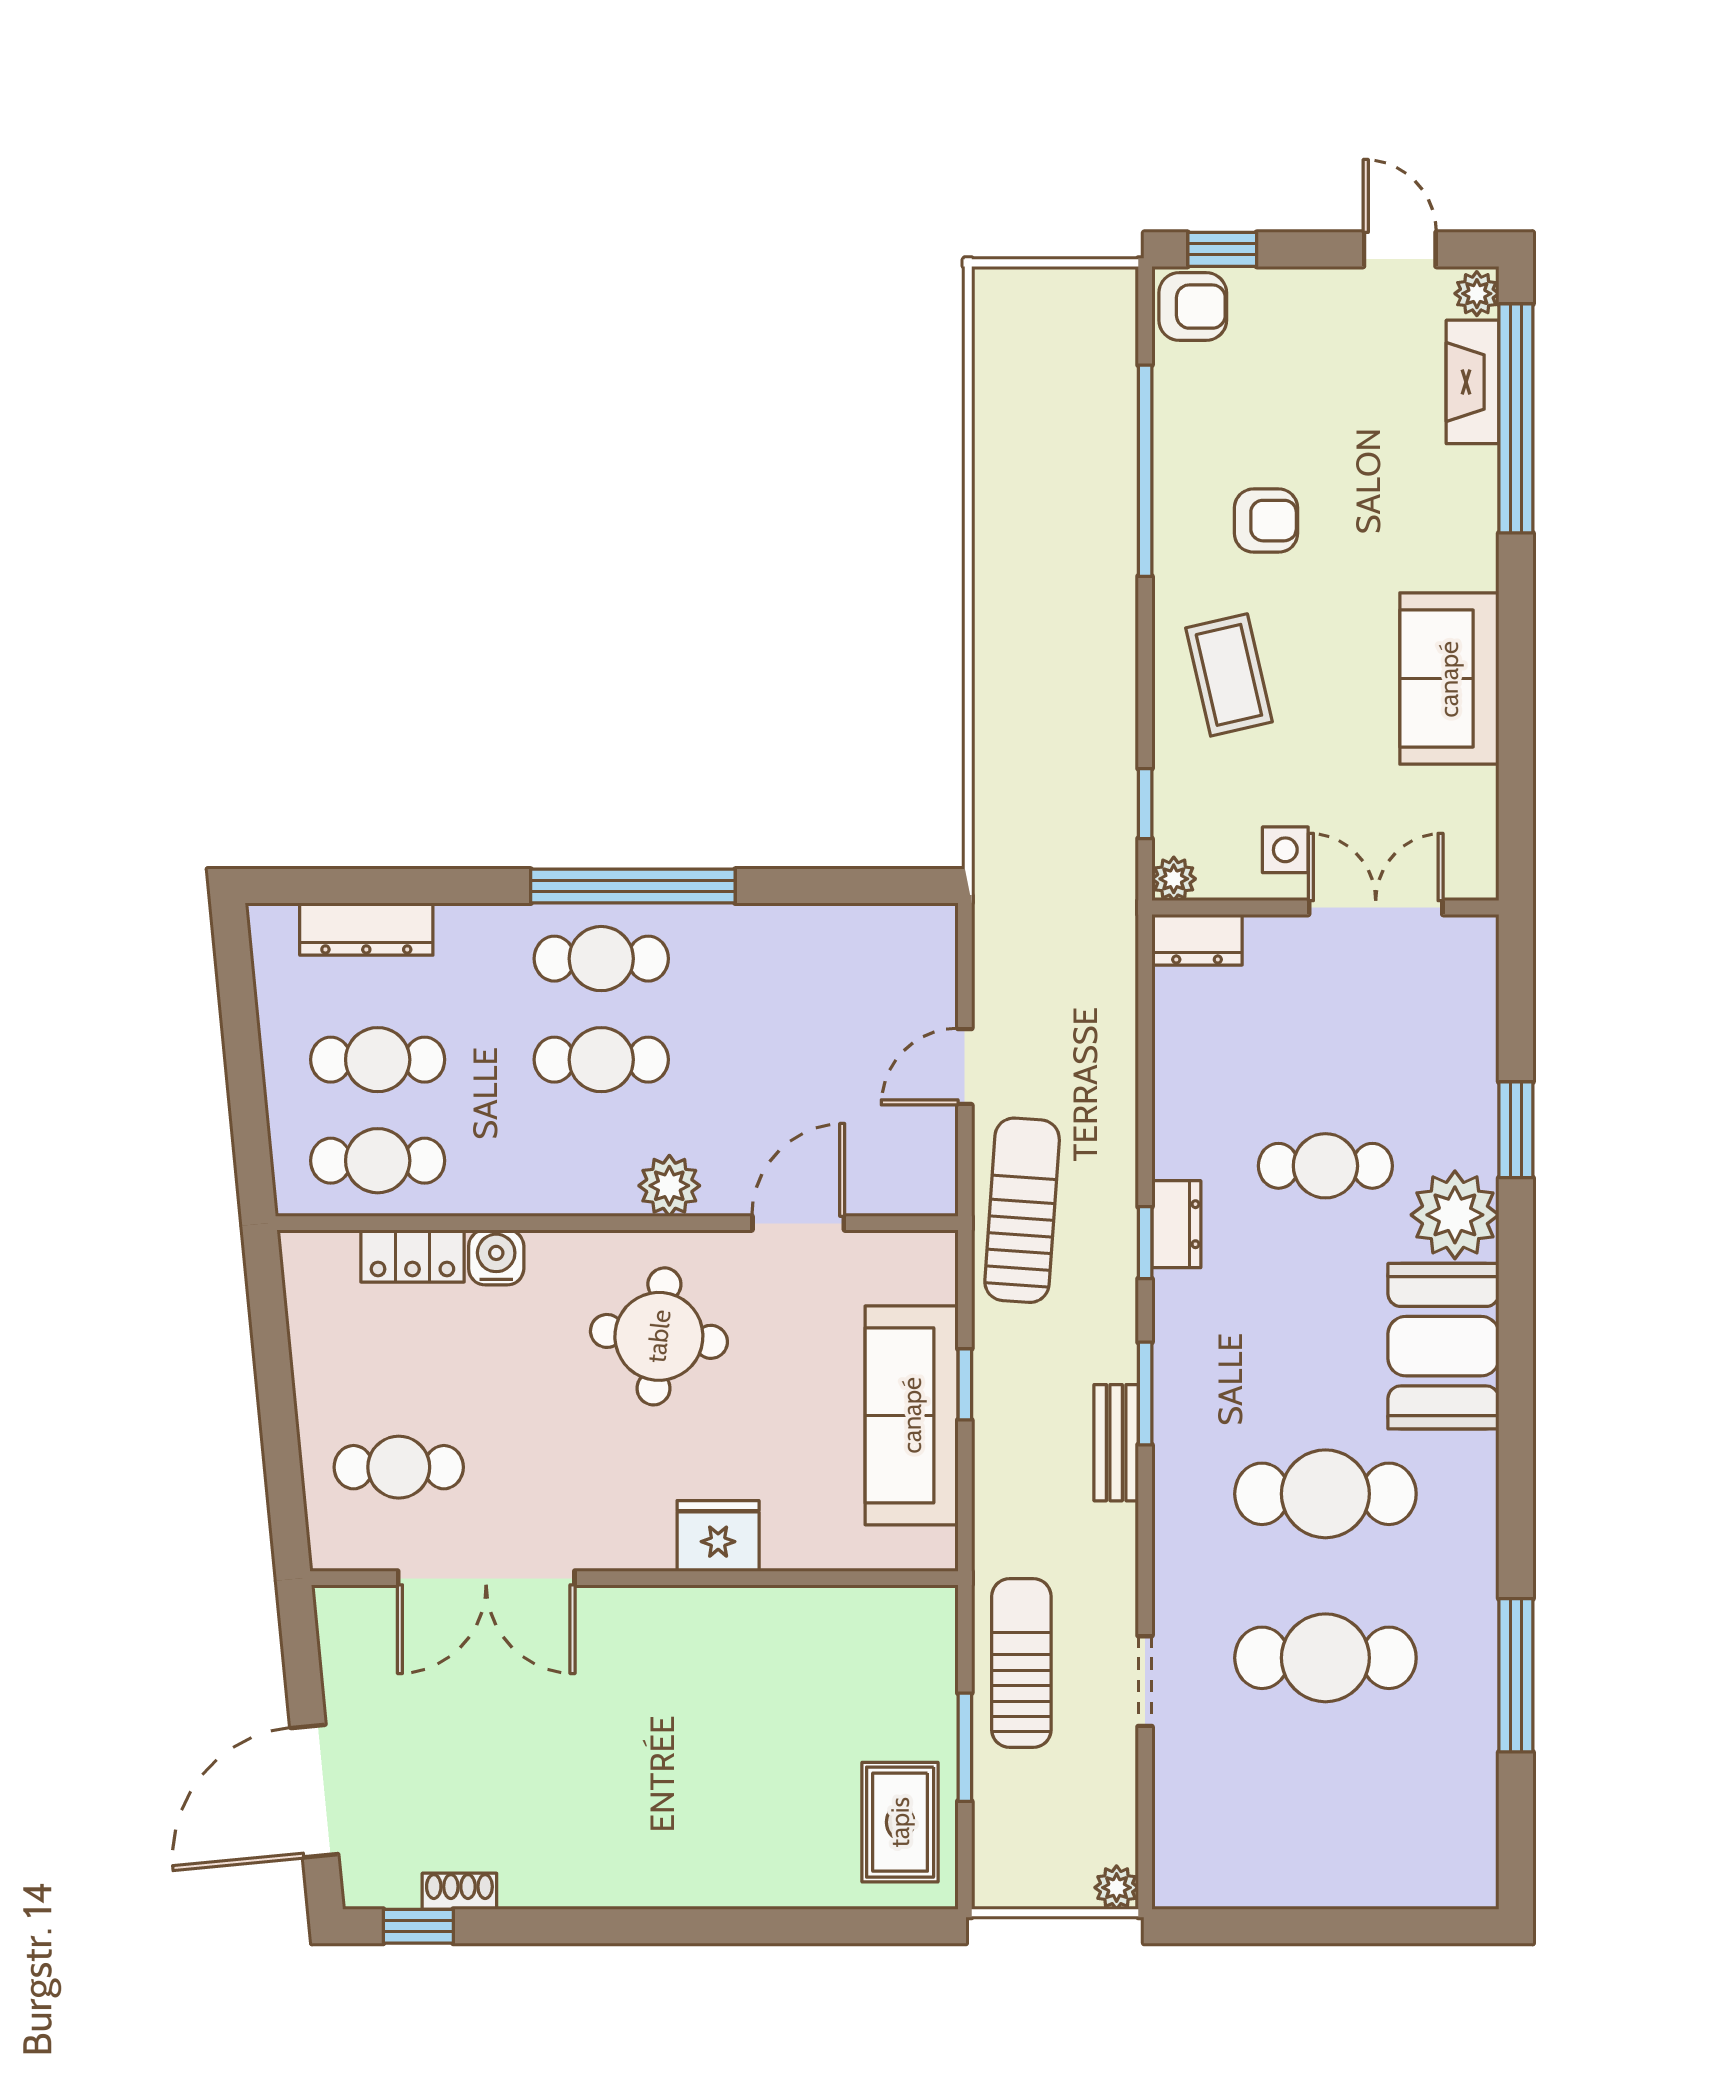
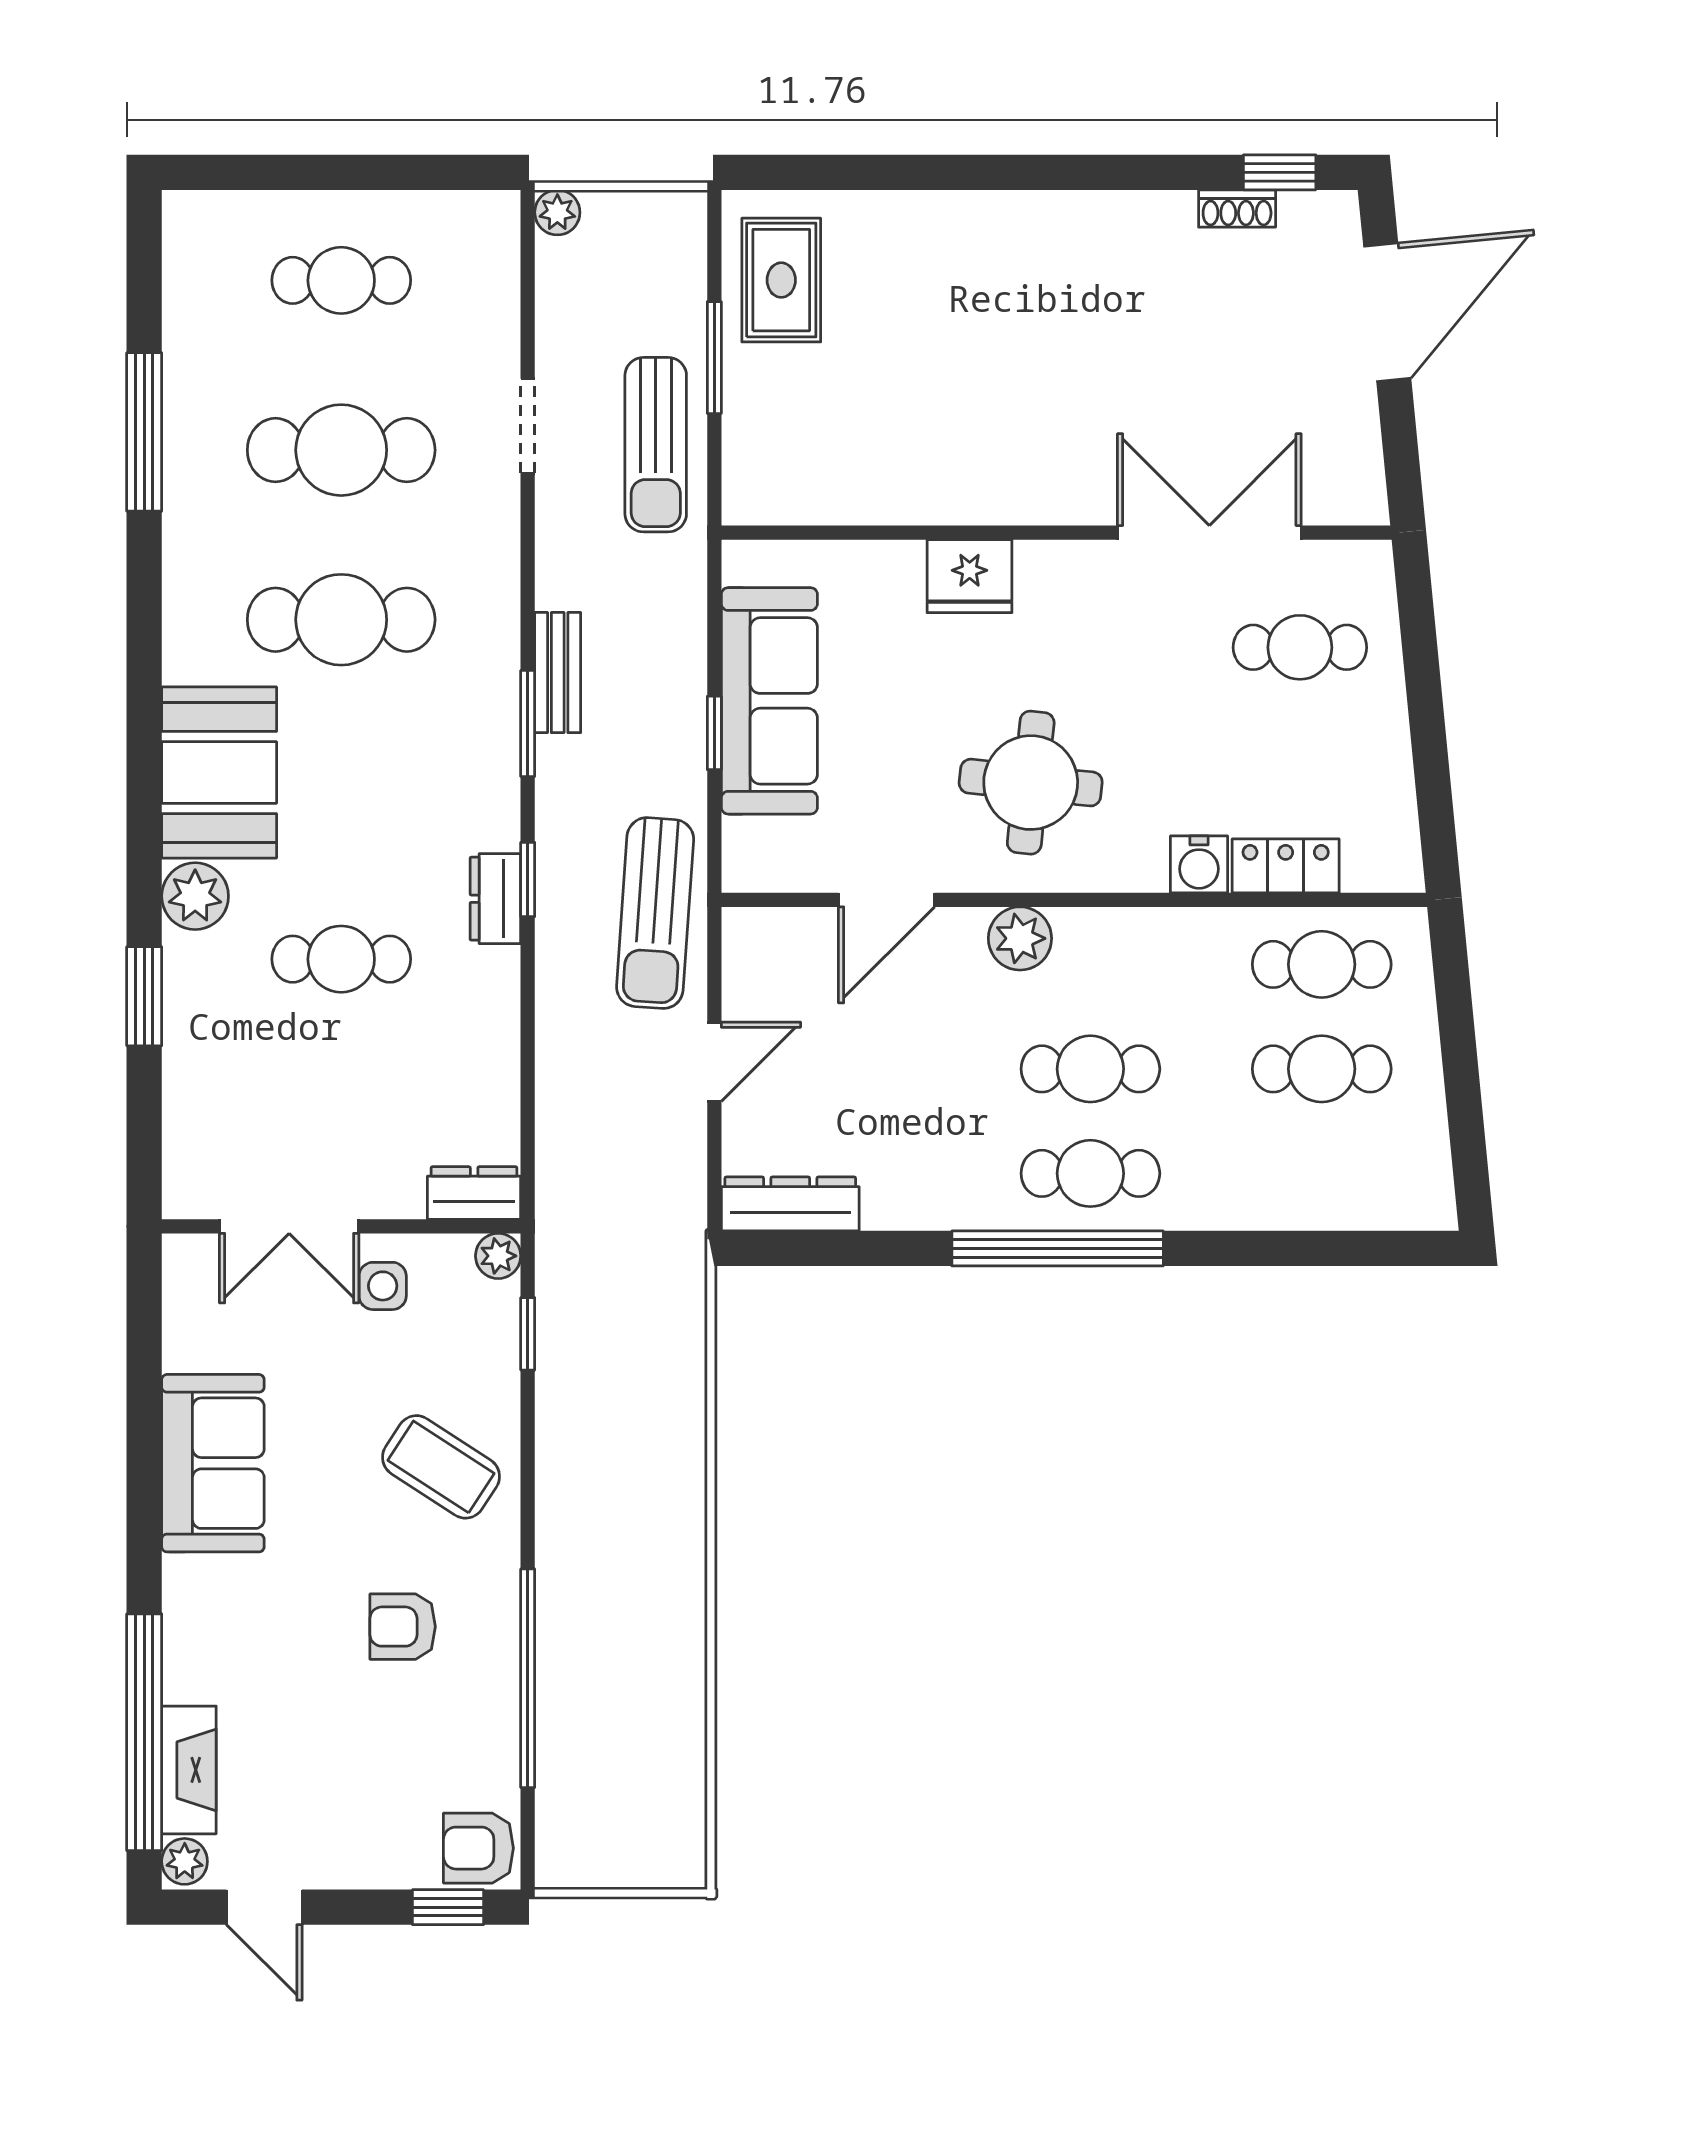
coffee table: (1229, 675) -> (441, 1467), turned -44
dresser: (366, 929) -> (790, 1204), moved
plant: (1455, 1215) -> (195, 896), width x0.73, depth x0.73
cafe table: (1325, 1822) -> (341, 280), added

